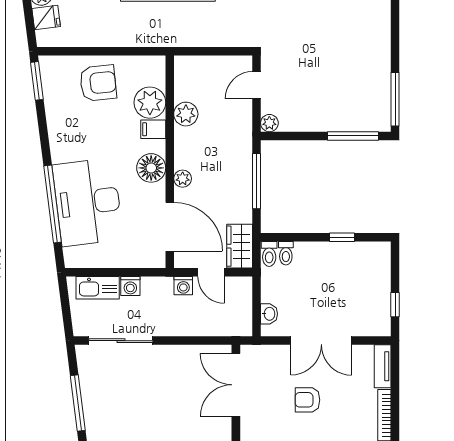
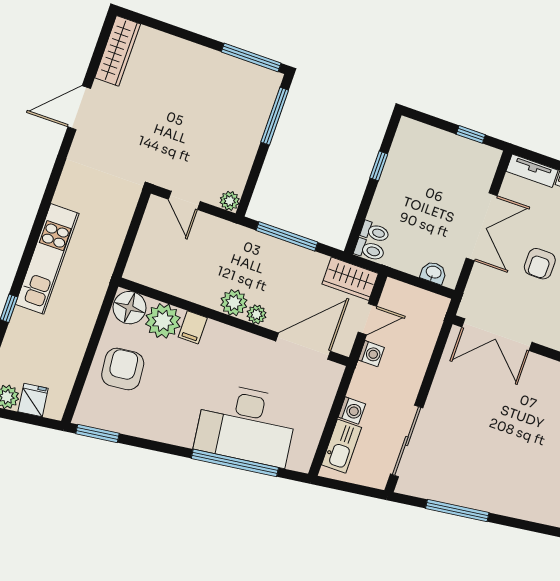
plant: (186, 114) -> (234, 303), moved
floor lamp: (151, 168) -> (129, 308), moved

